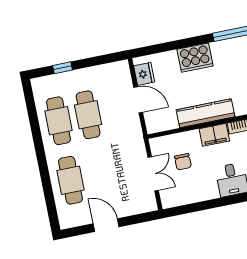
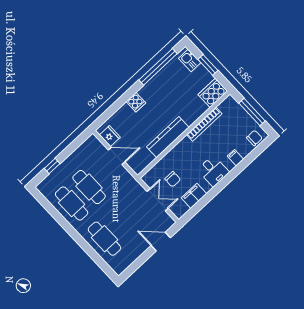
cooker: (195, 58) -> (136, 102), width x0.53, depth x0.76
filing cabinet: (214, 135) -> (194, 196), moved, turned 180
door: (106, 225) -> (161, 242), moved

